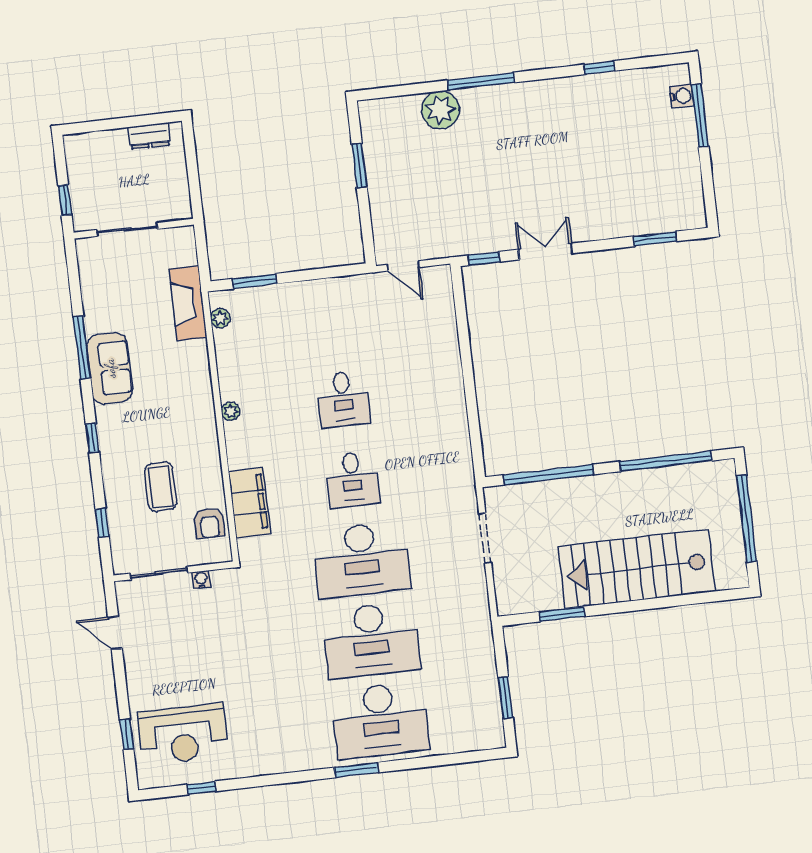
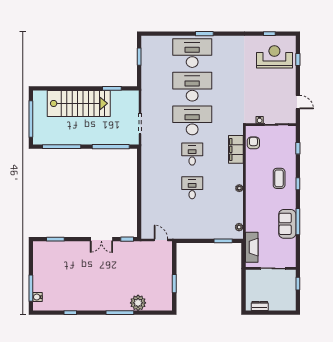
fireplace: (188, 303) -> (252, 247), moved
sofa: (110, 368) -> (287, 224), moved
coffee table: (161, 487) -> (279, 178), moved

